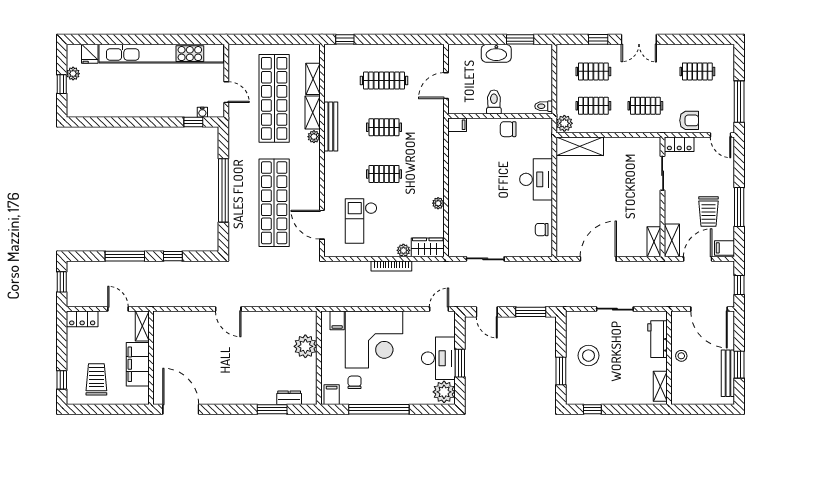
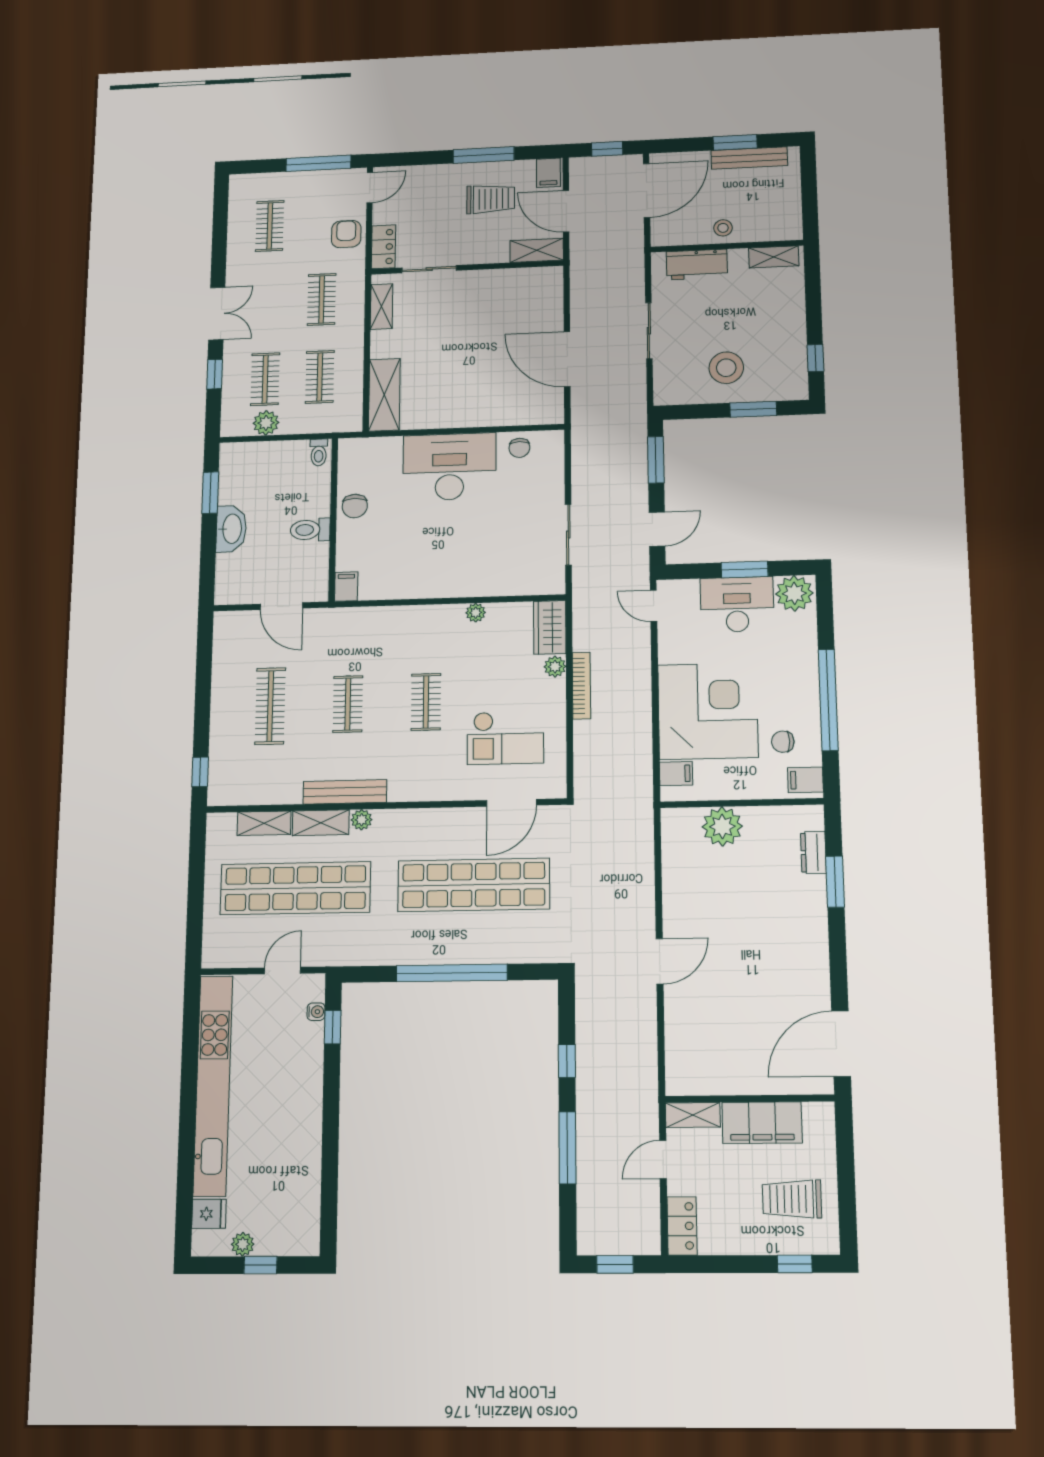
plant: (564, 123) -> (266, 423), moved
desk: (536, 179) -> (449, 467), width x1.36, depth x1.30
shelving: (654, 242) -> (382, 307), moved, turned 90

